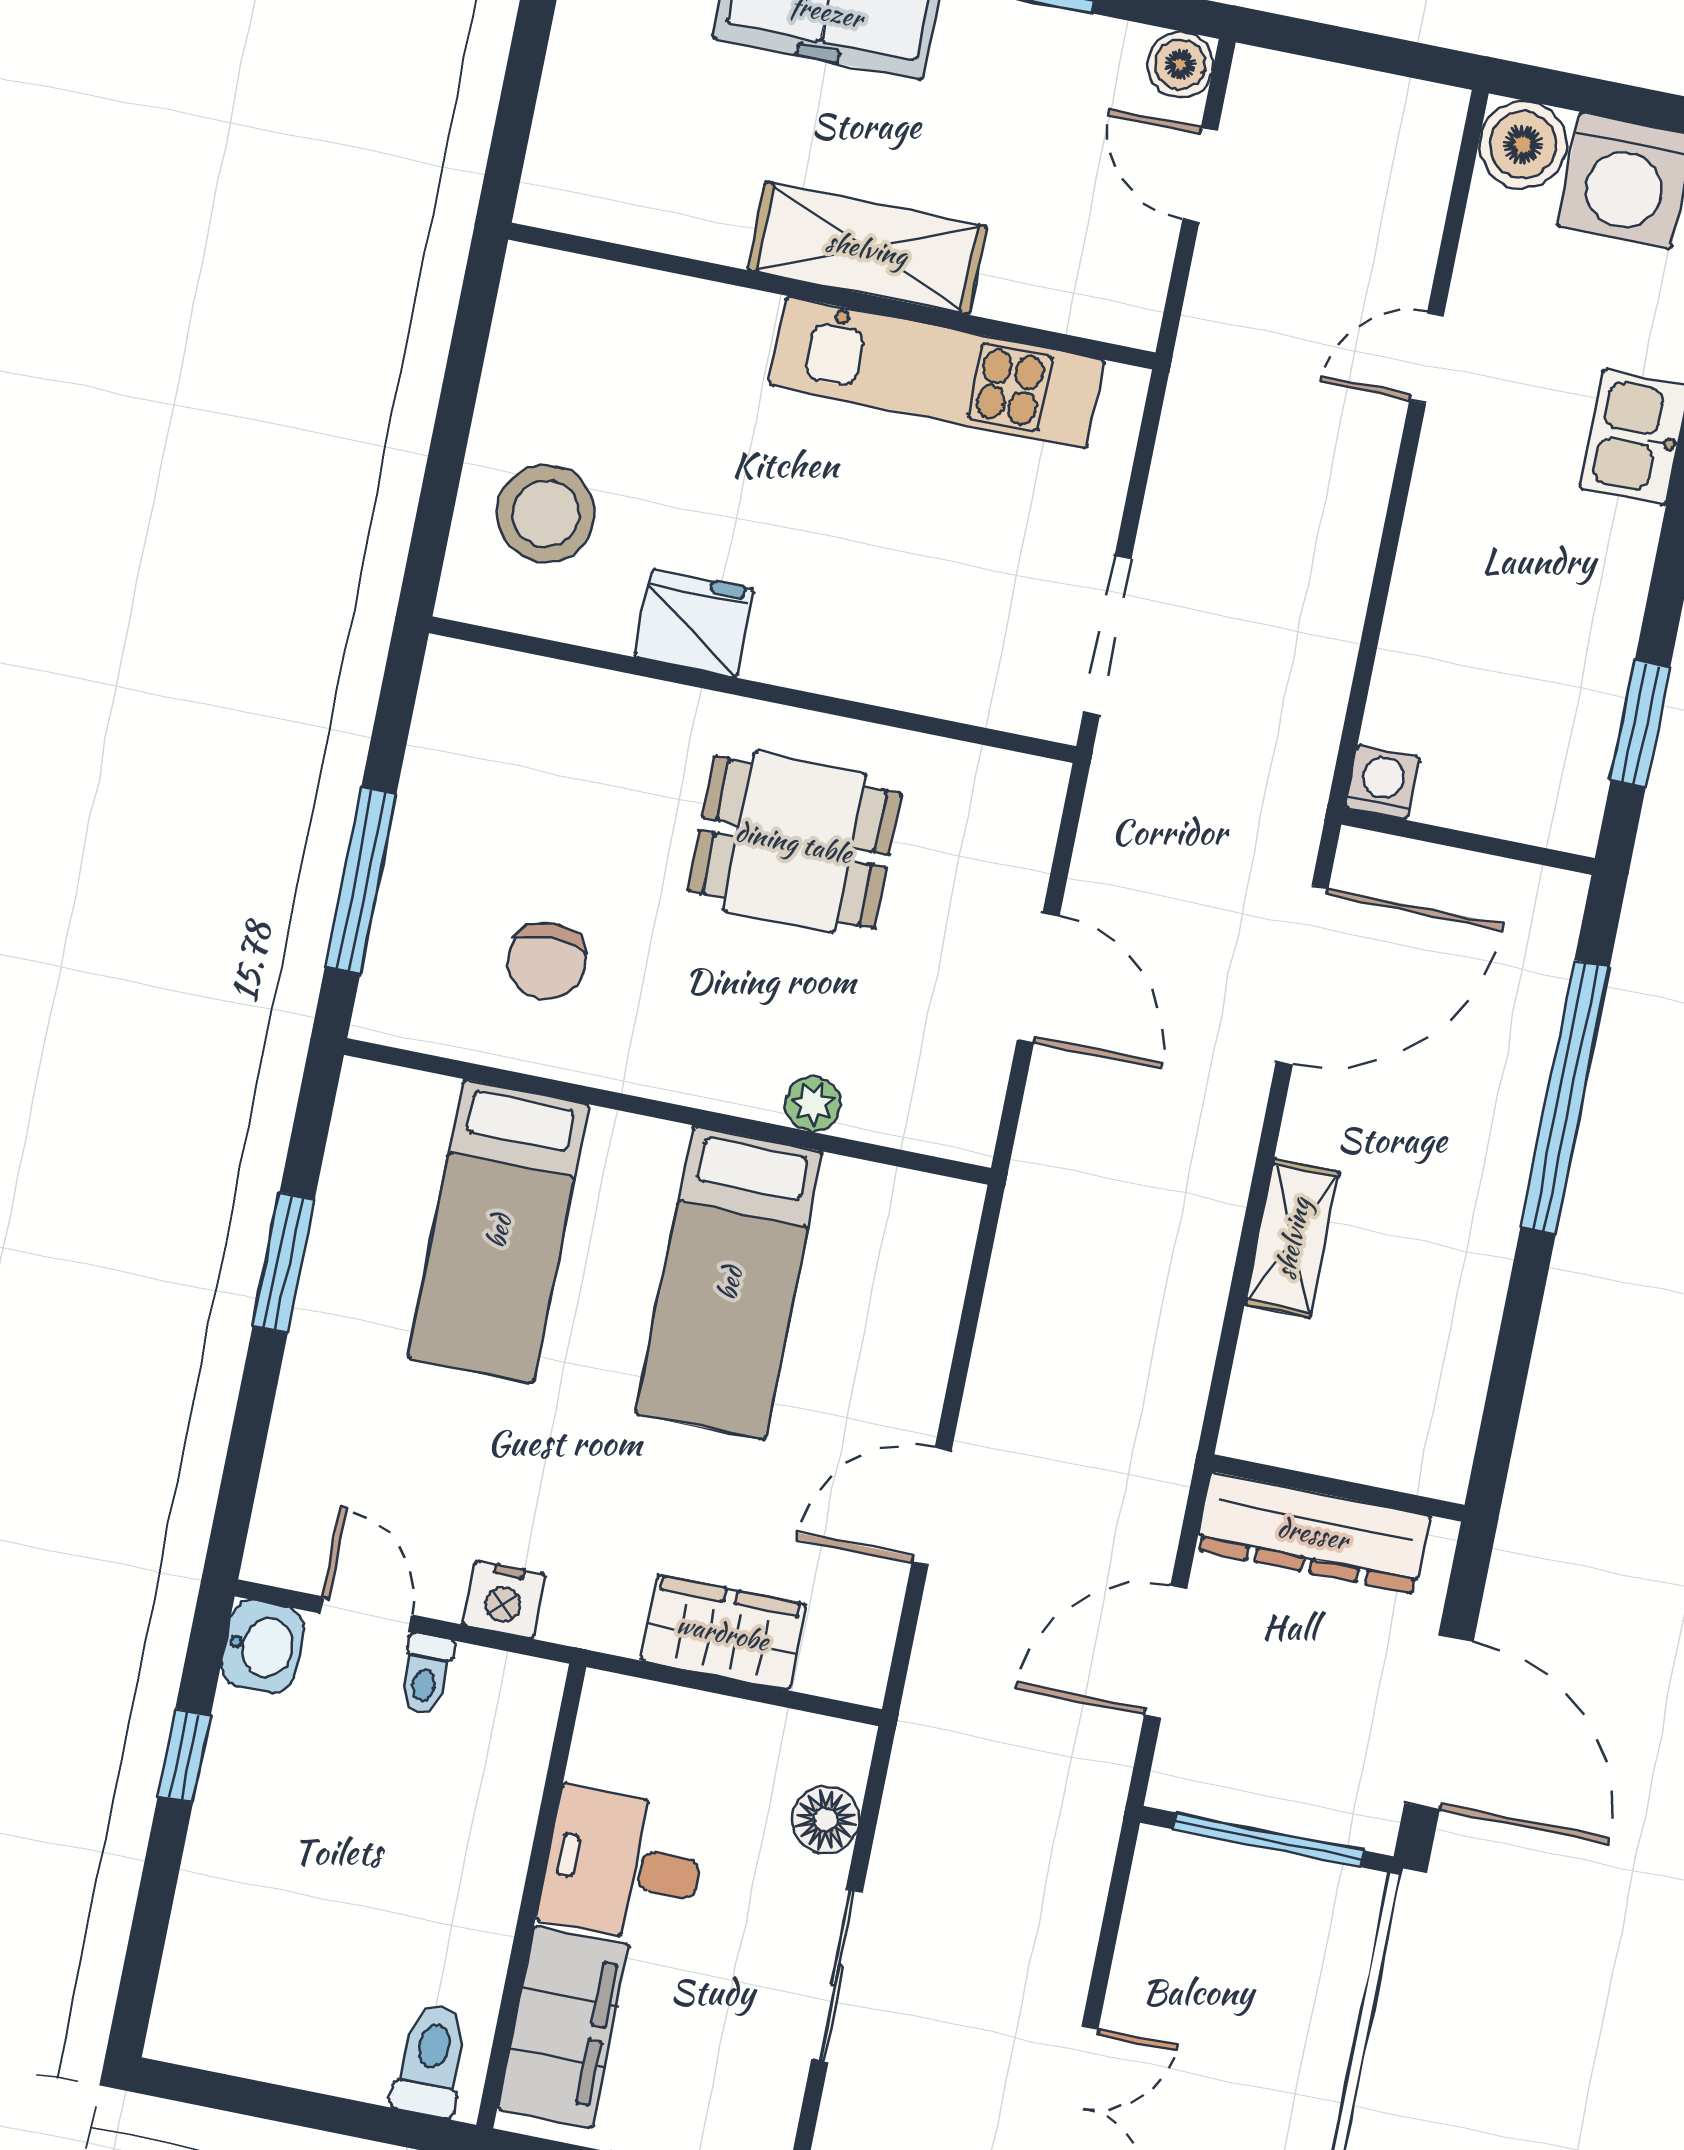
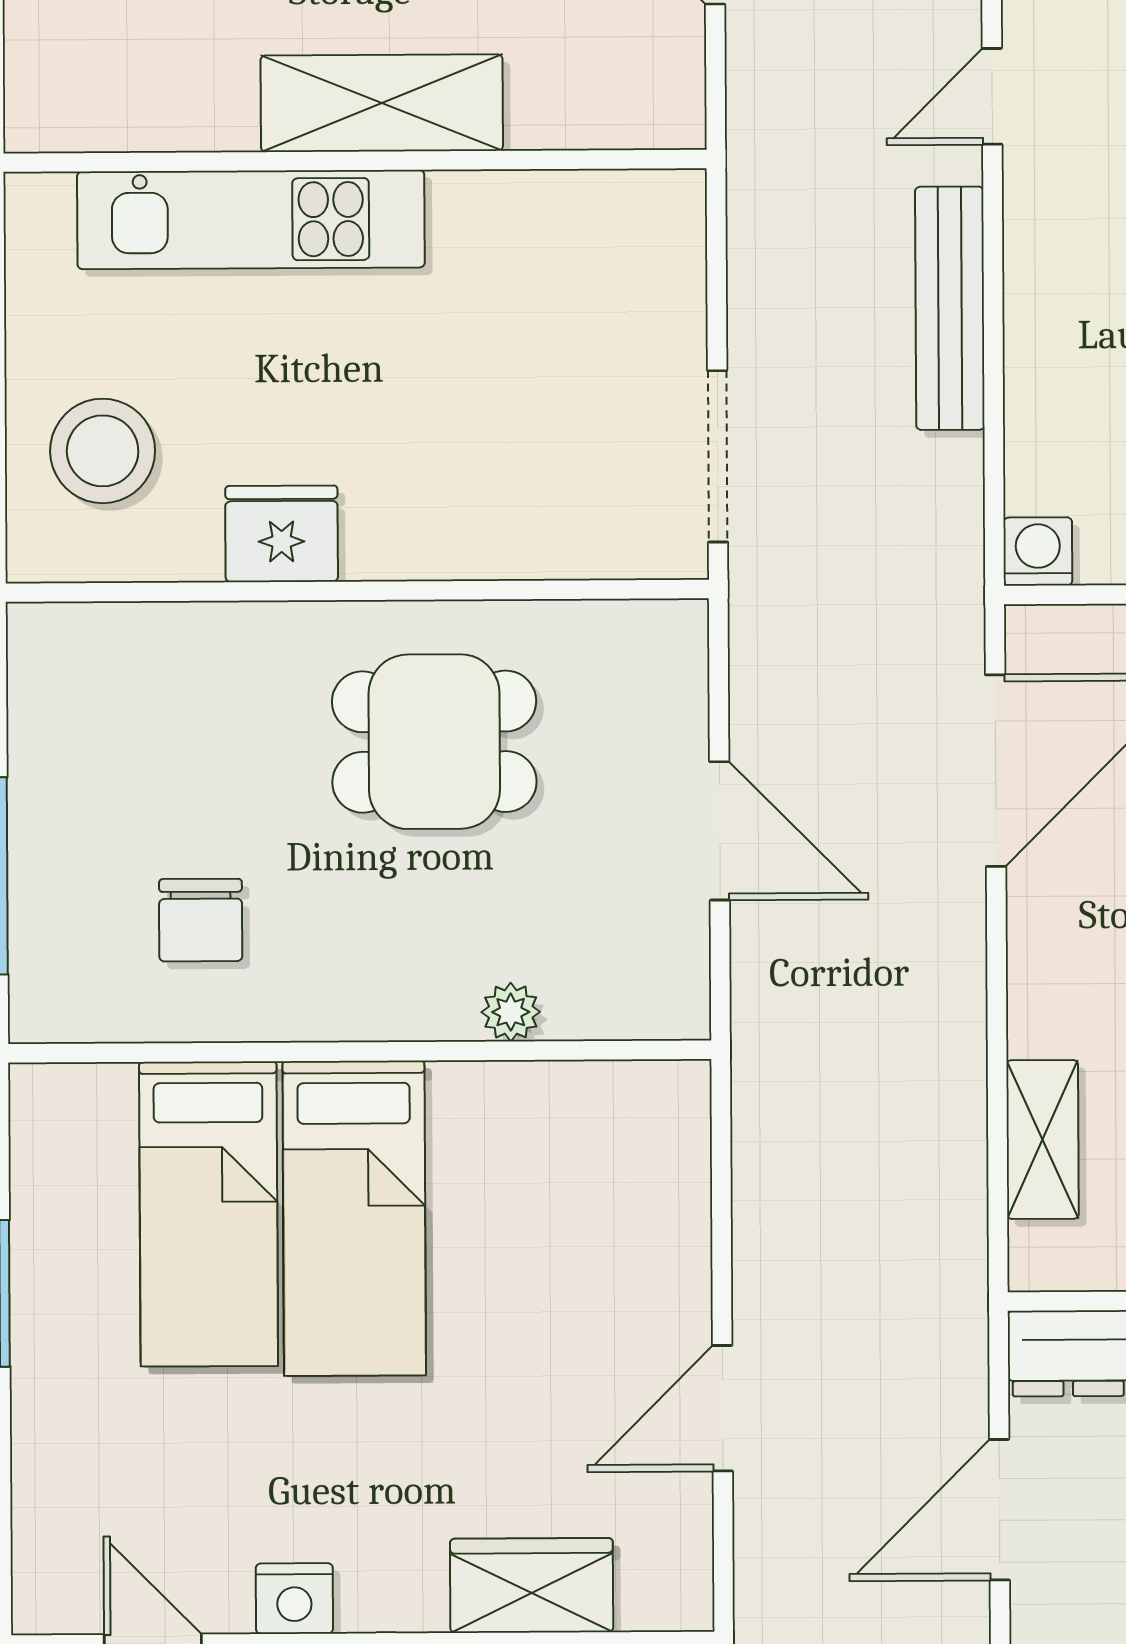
kitchen unit: (937, 373) -> (251, 220), moved
bench: (1348, 543) -> (950, 308), added
shelving: (1292, 1238) -> (1043, 1140), moved
bed: (729, 1283) -> (354, 1218), moved

